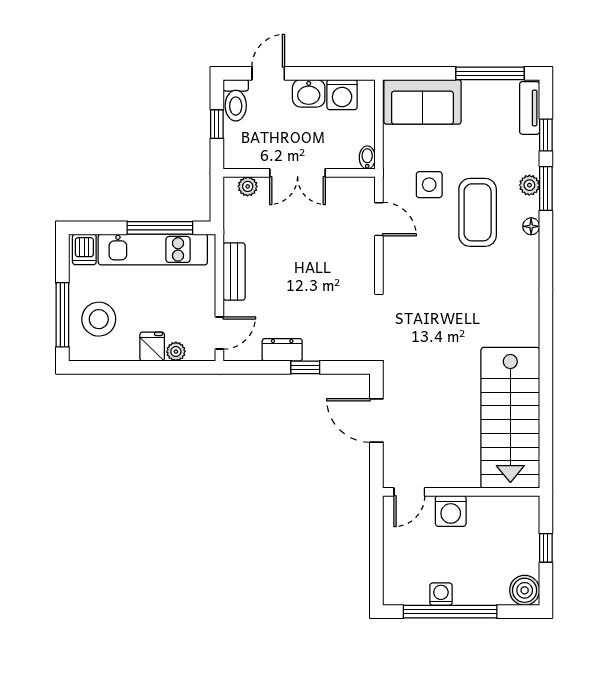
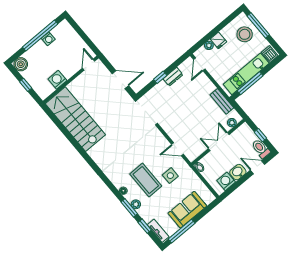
door: (268, 73) -> (257, 167), swing flipped
sofa: (422, 102) -> (187, 210), moved
bench: (234, 272) -> (222, 101), moved
washing machine: (451, 511) -> (57, 80), moved

